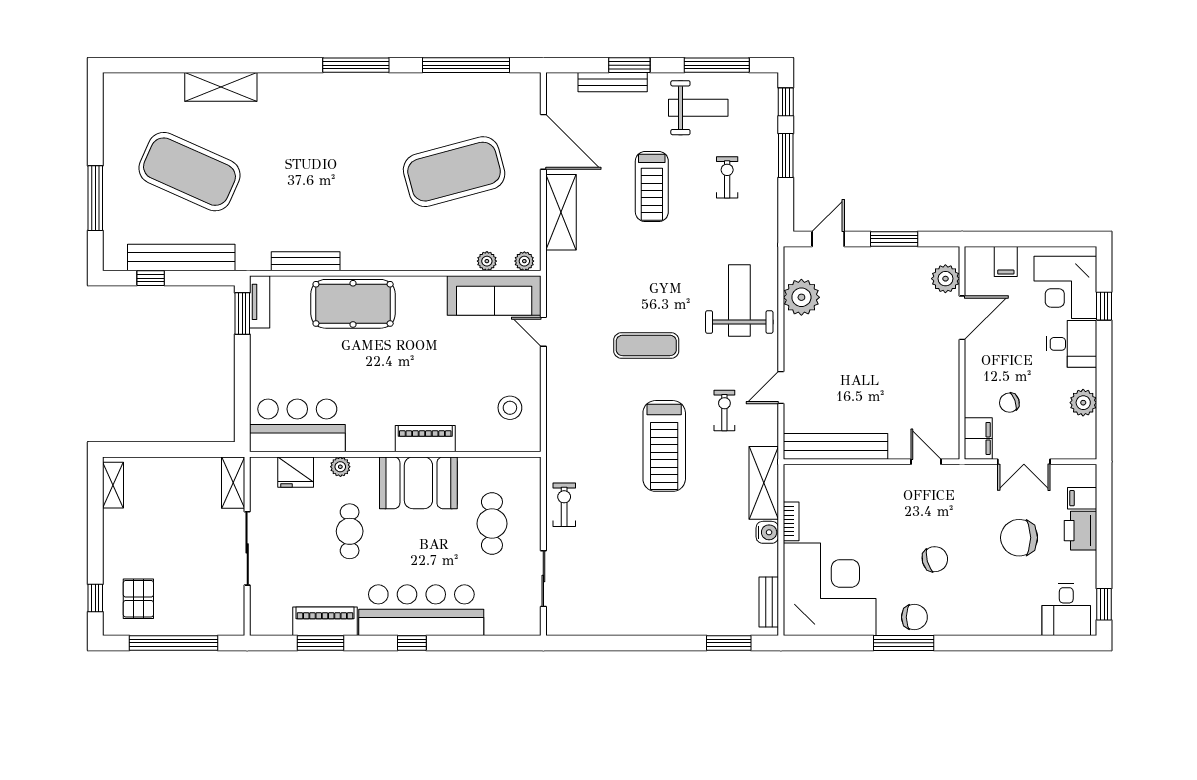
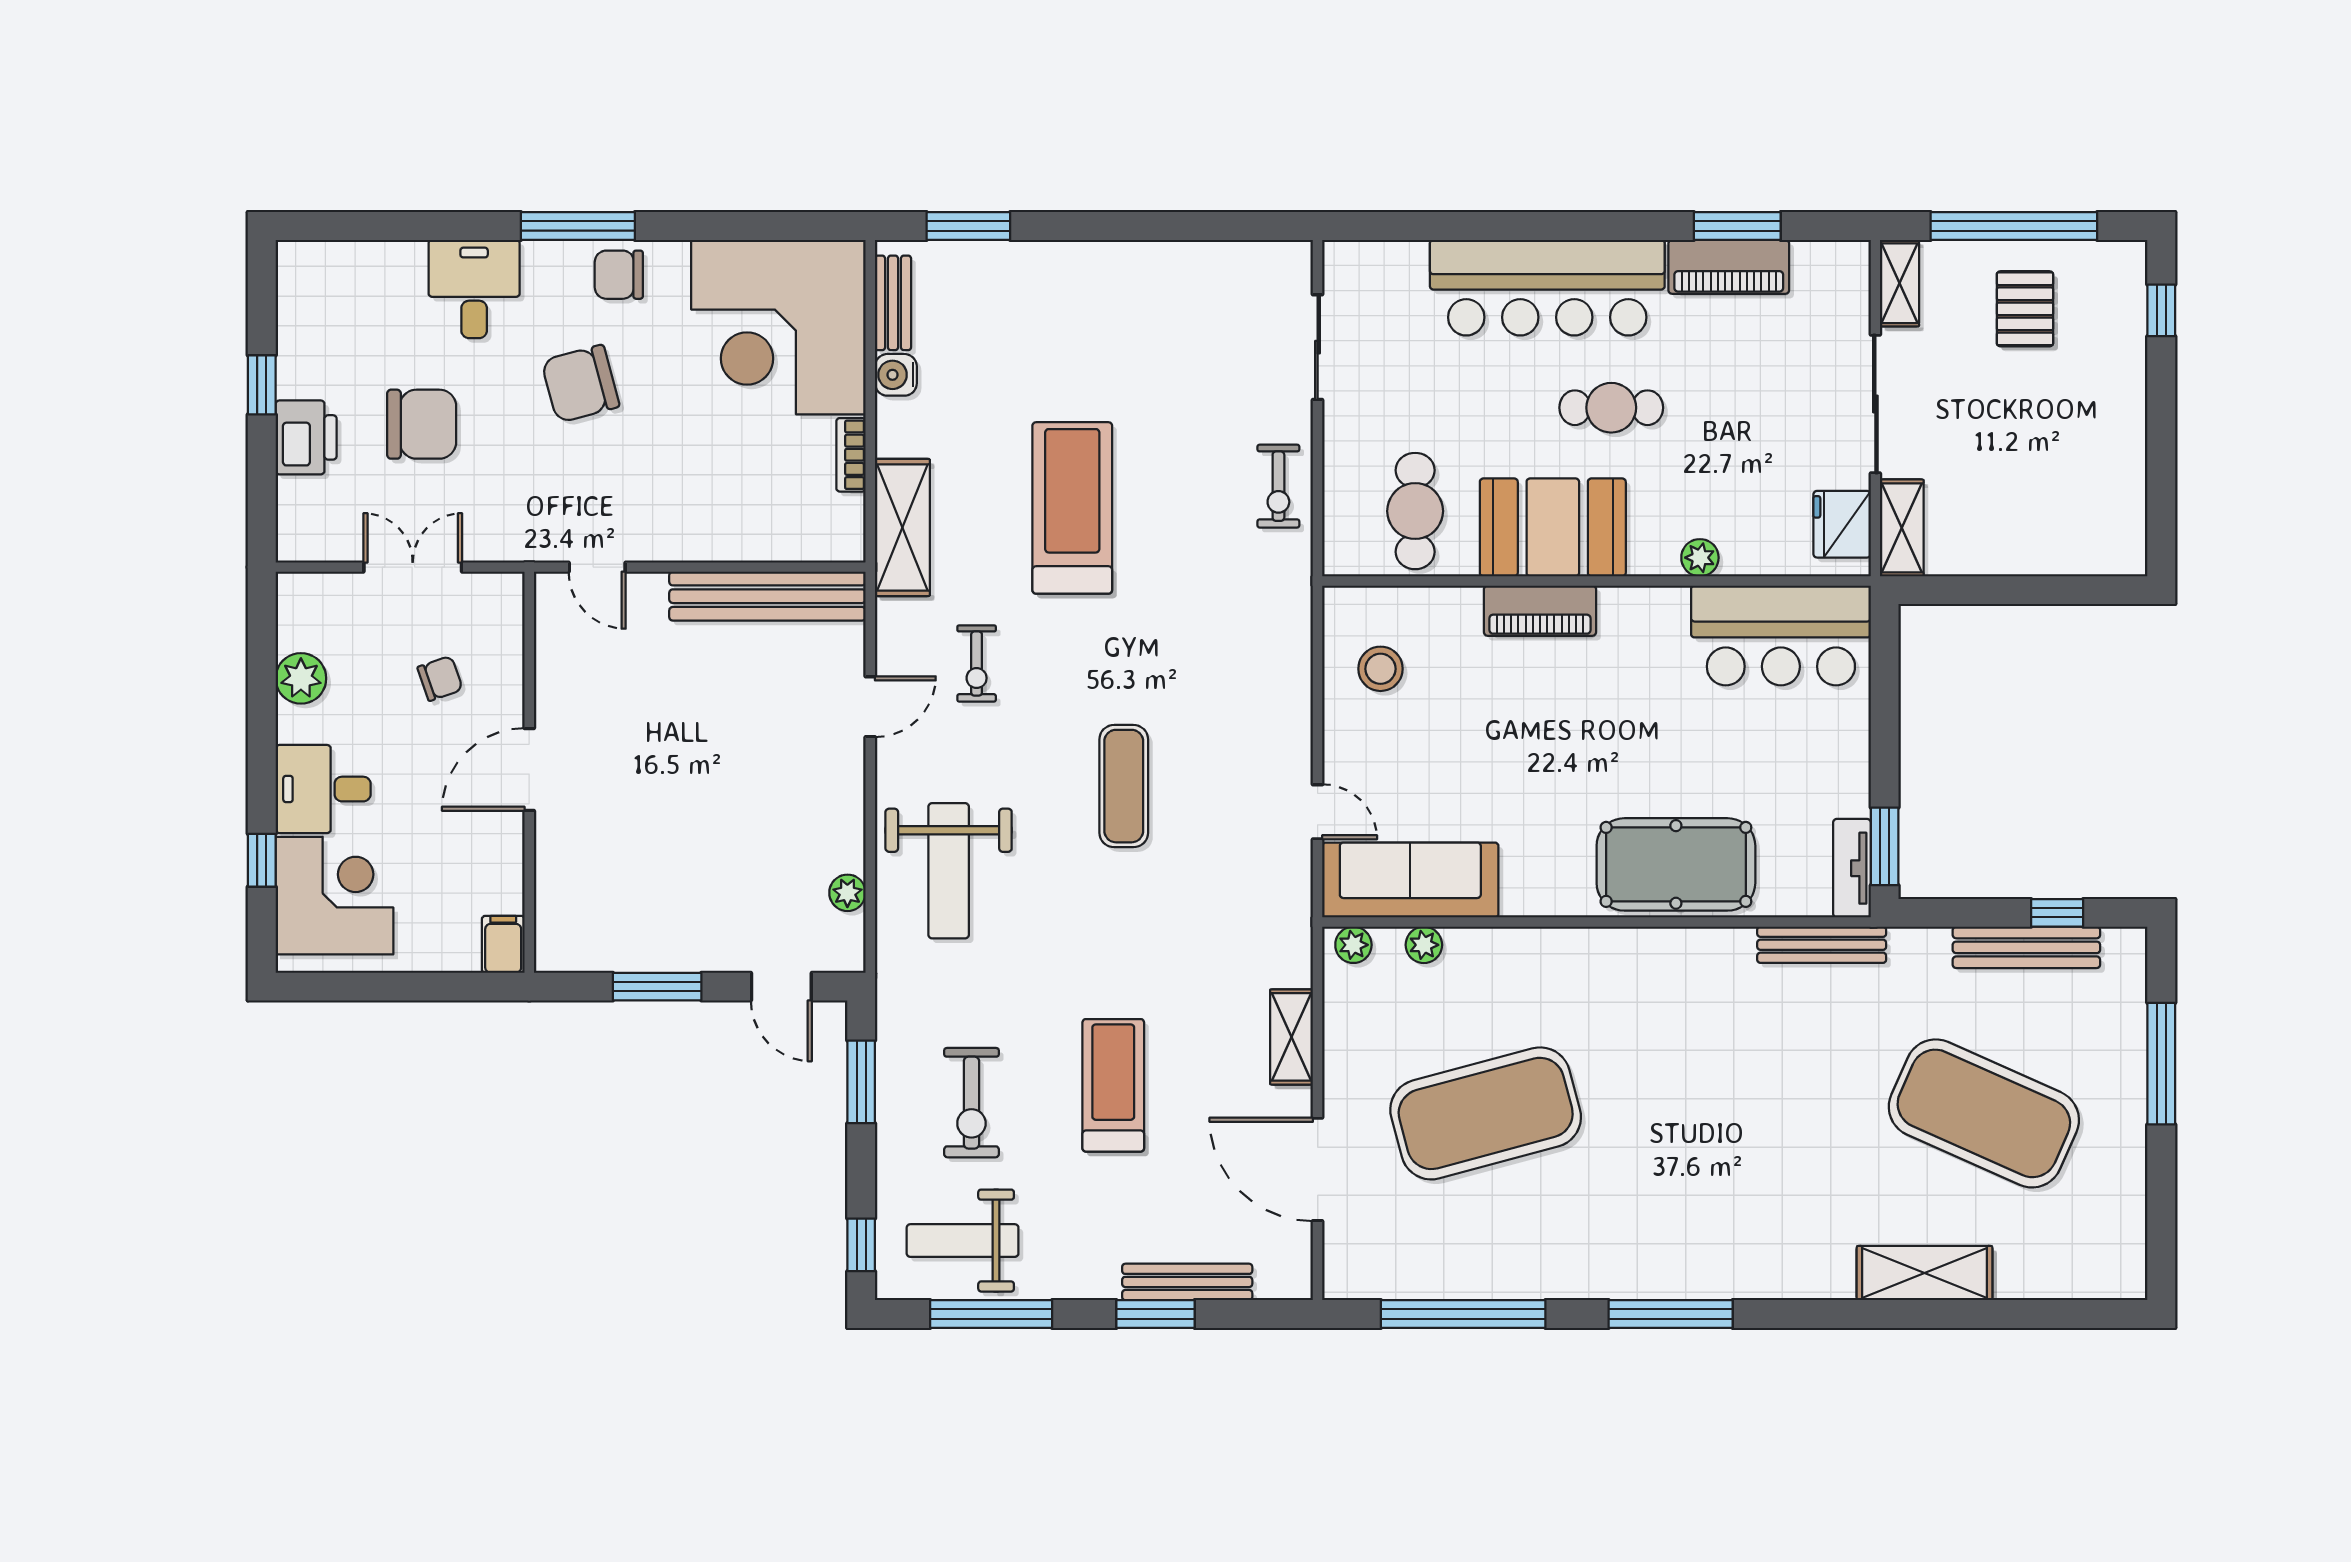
weight bench: (698, 108) -> (963, 1241), moved
window: (786, 156) -> (861, 1082), moved
exercise bike: (727, 177) -> (971, 1103), width x1.38, depth x1.39
shelving: (561, 212) -> (1291, 1037), width x0.67, depth x0.75
door: (828, 239) -> (781, 987), hinge flipped
bench: (181, 257) -> (2026, 947), width x0.73, depth x0.82
bench: (306, 261) -> (1822, 945), moved
filing cabinet: (1006, 261) -> (503, 944), moved
plant: (945, 279) -> (560, 912), removed
plant: (801, 297) -> (847, 893), width x0.53, depth x0.53
door: (962, 318) -> (529, 769), moved
exercise mat: (646, 345) -> (1124, 786), turned 90
filing cabinet: (978, 438) -> (498, 611), removed
treadmill: (664, 446) -> (1072, 508), moved
fridge: (296, 472) -> (1842, 524), moved, turned -90
shelving: (113, 485) -> (1899, 283), moved
filing cabinet: (1082, 498) -> (303, 498), removed
cafe table: (492, 524) -> (1415, 511), moved
cafe table: (350, 531) -> (1611, 408), moved, turned 90
water cooler: (767, 532) -> (896, 375), moved
chair: (935, 559) -> (580, 384), width x1.37, depth x1.37
pallet: (138, 599) -> (2025, 309), moved
window: (1104, 604) -> (262, 385), moved
desk: (1066, 609) -> (474, 289), moved
window: (412, 643) -> (1565, 226), removed
window: (904, 643) -> (578, 226), moved

